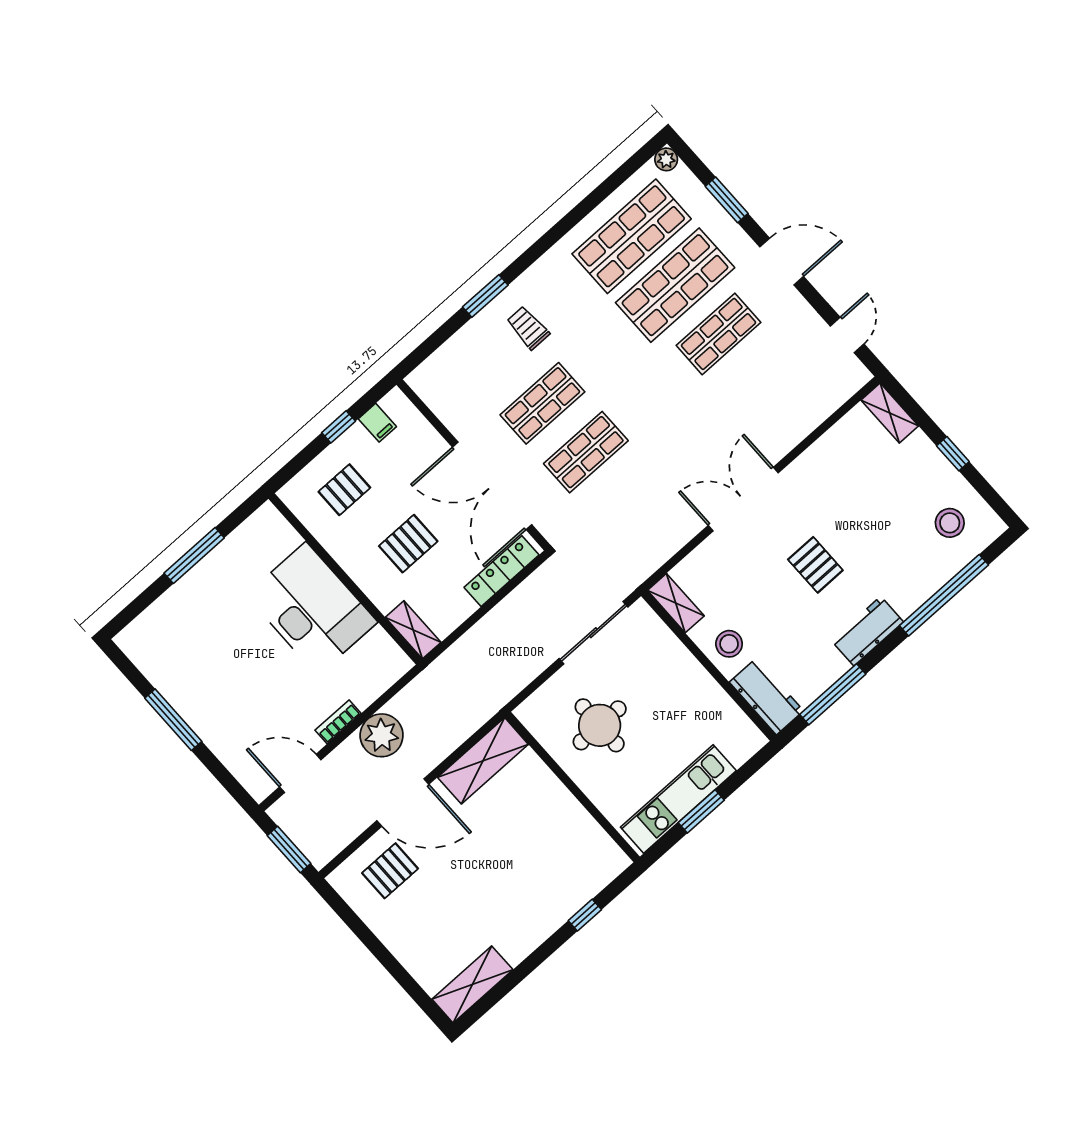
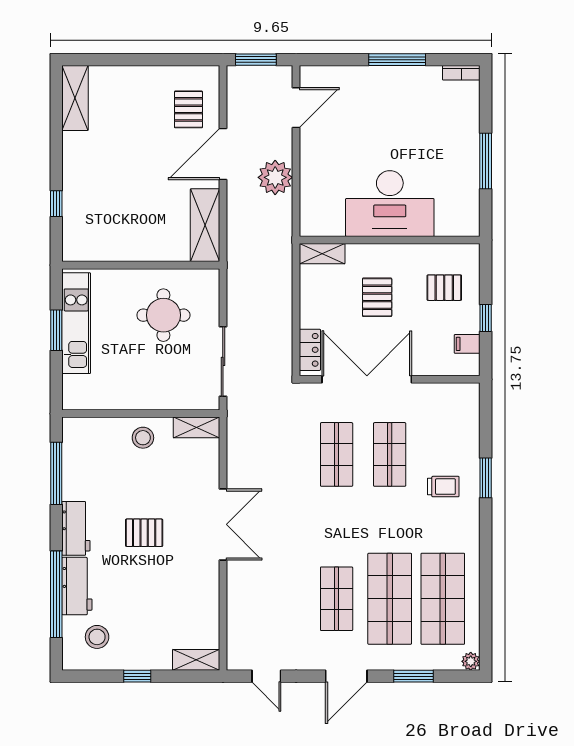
pallet: (344, 490) -> (444, 288), turned 90
locker: (501, 571) -> (310, 350), width x0.66
workbench: (766, 696) -> (77, 586), moved, turned -90
bookcase: (338, 722) -> (461, 73), moved, turned 90

